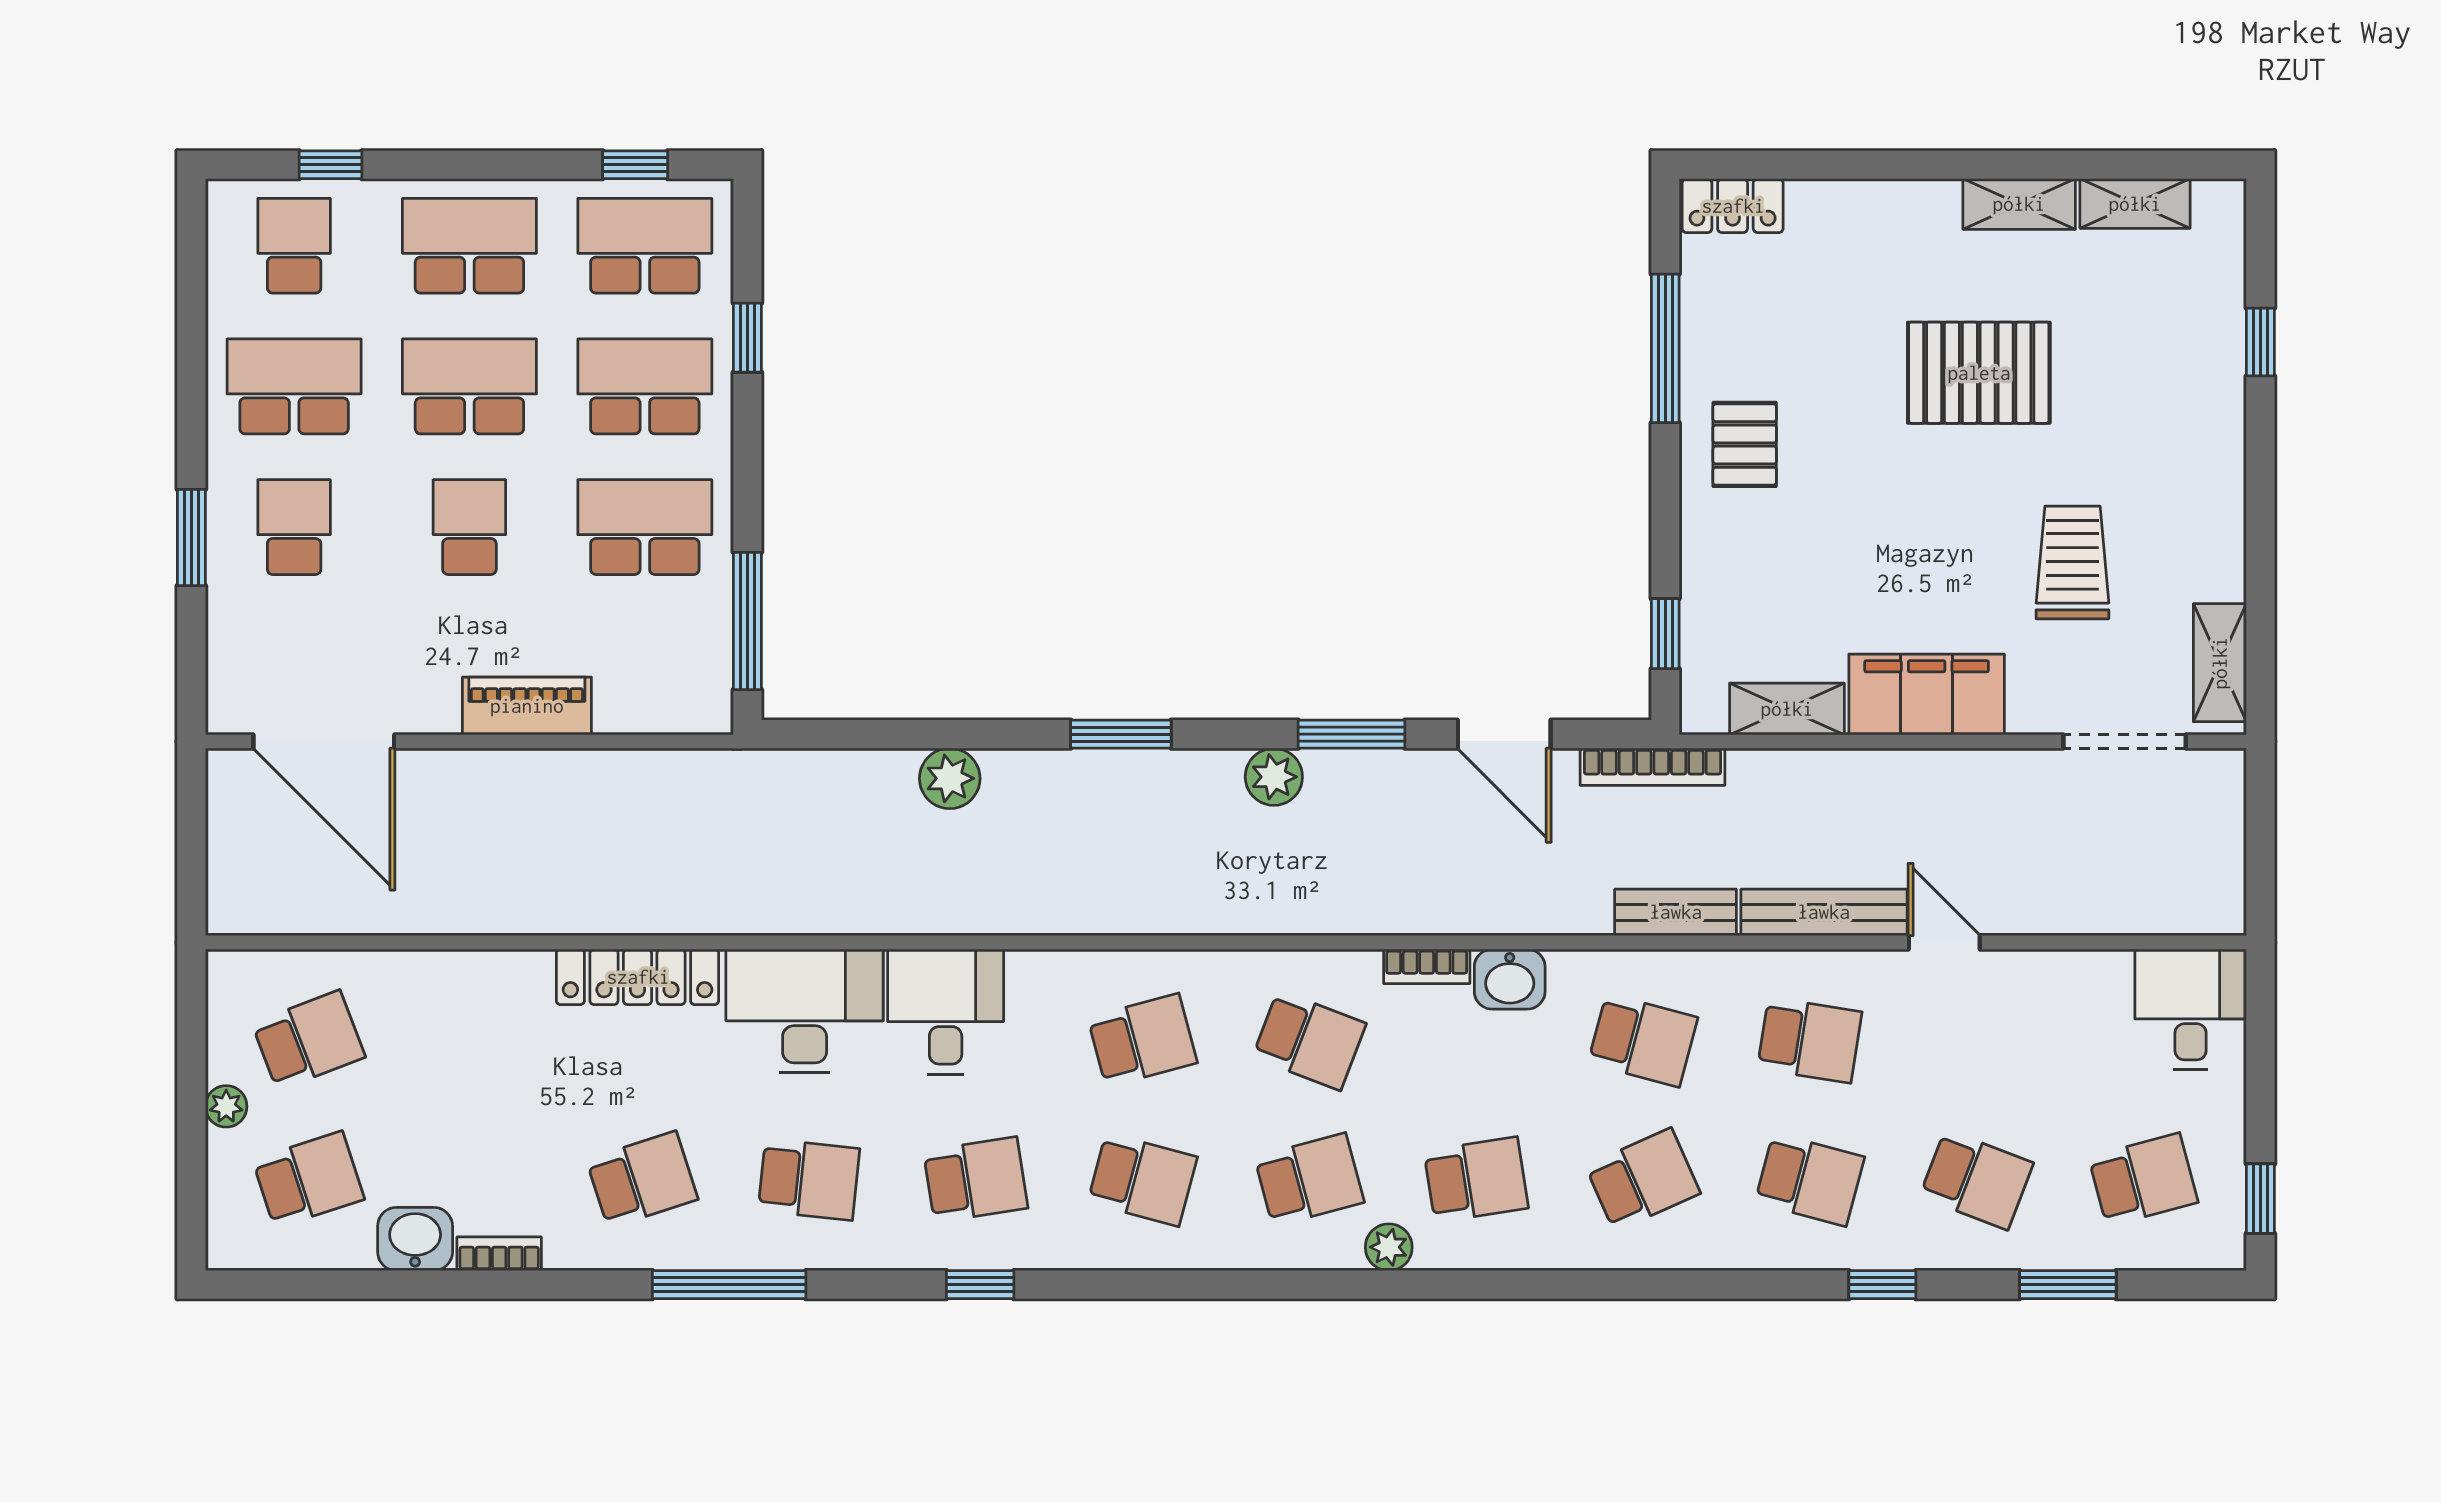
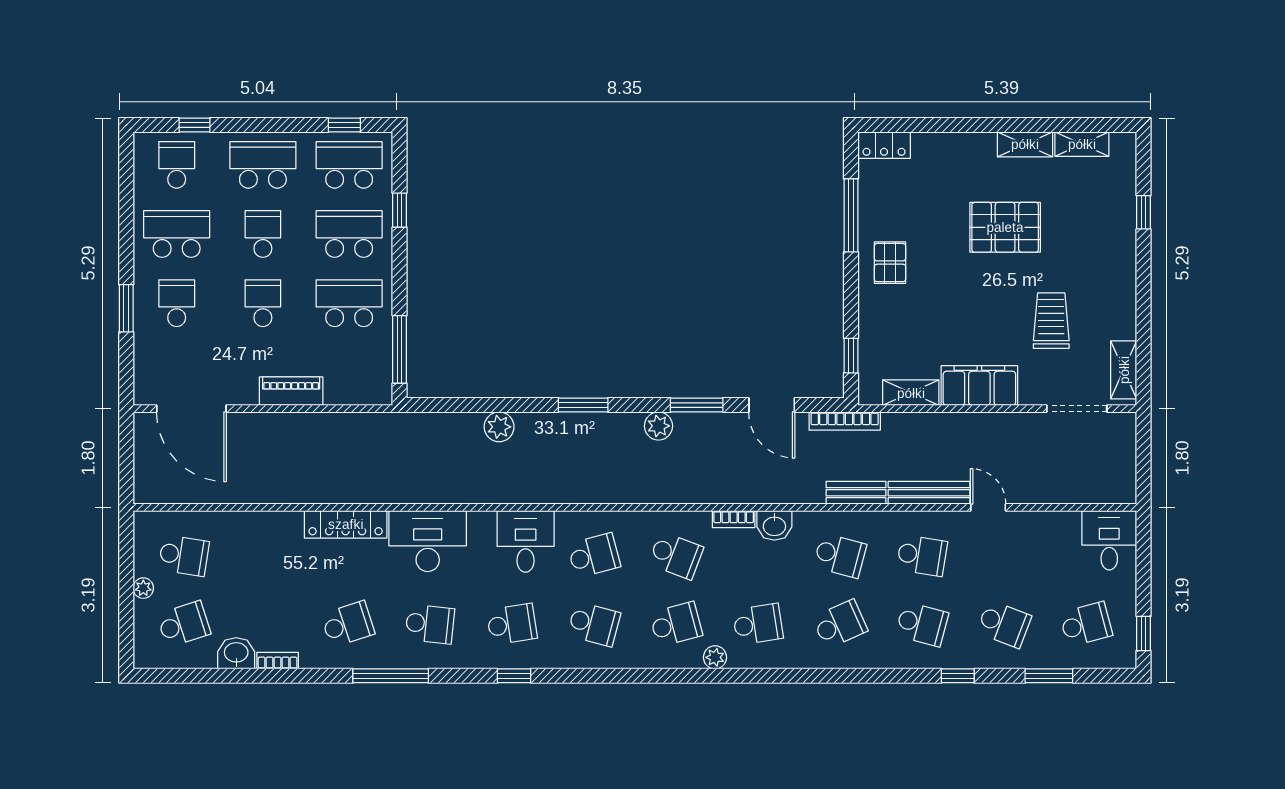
school desk: (469, 386) -> (263, 234), width x0.54
desk: (946, 1012) -> (526, 541), moved
school desk: (308, 1040) -> (184, 556), turned 30

